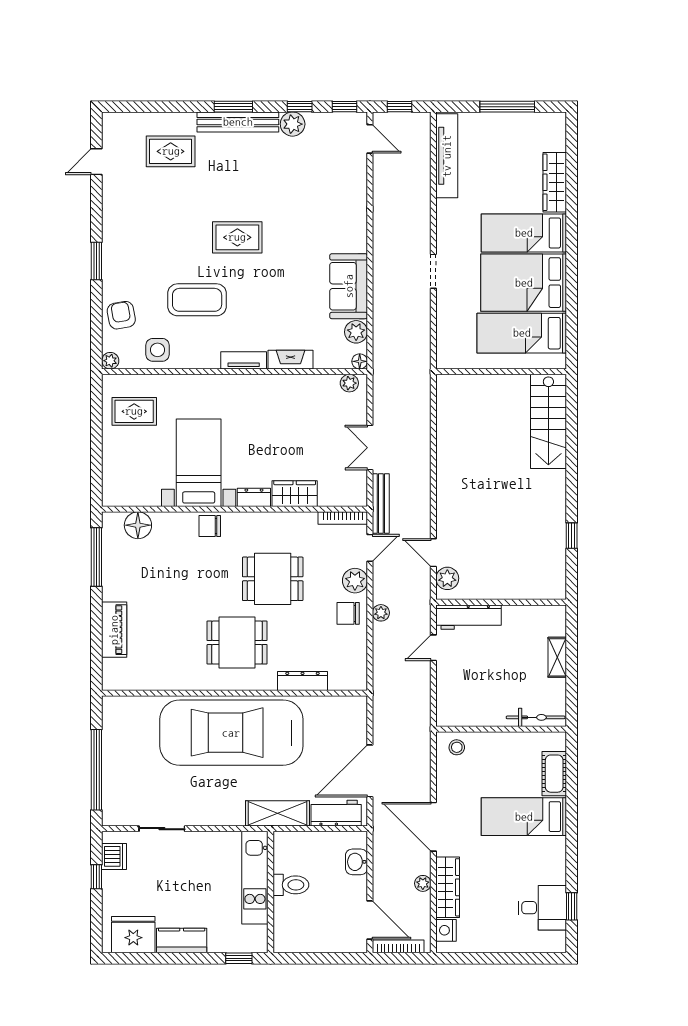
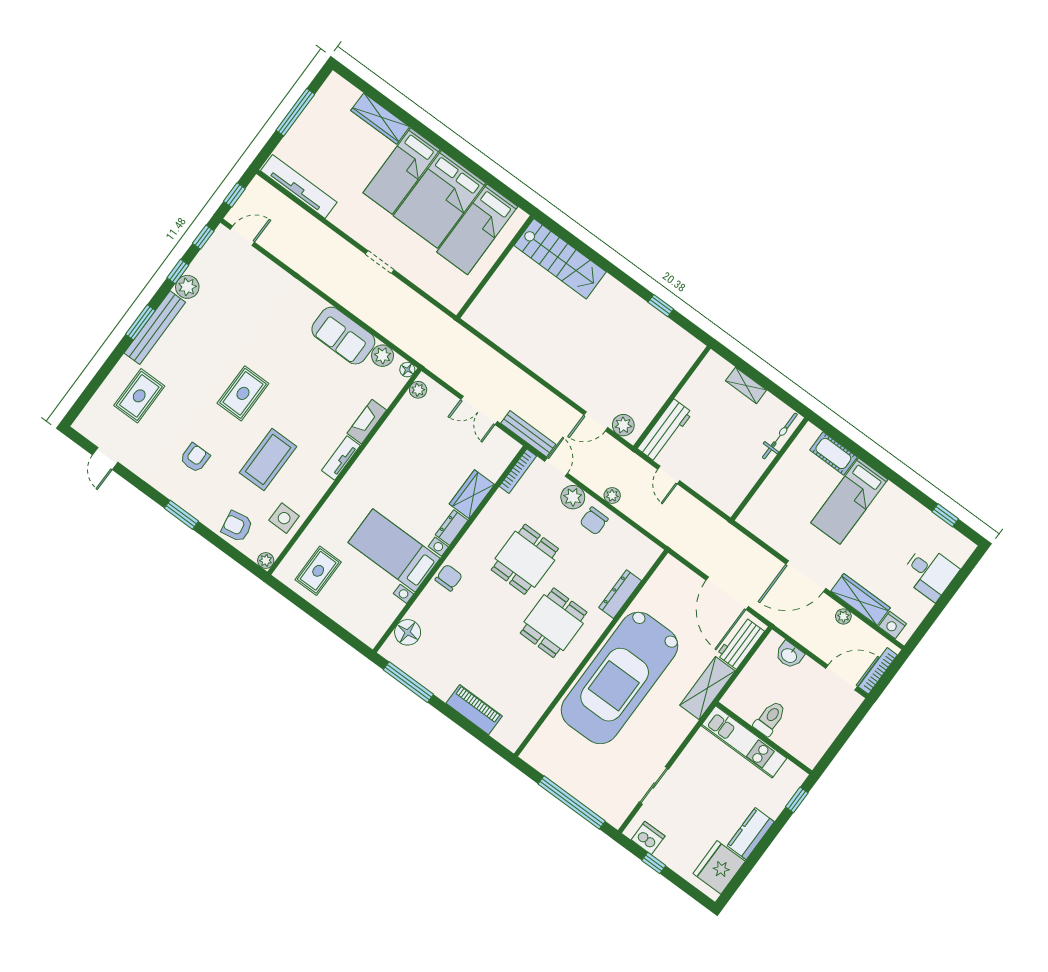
armchair: (153, 237) -> (195, 458), added
chair: (210, 526) -> (449, 578), turned 180
stool: (457, 747) -> (758, 513), removed
desk: (542, 908) -> (930, 573), moved, turned 90

